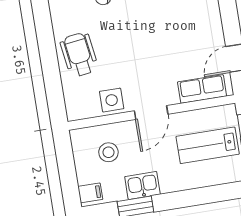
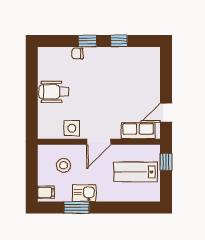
wheelchair: (79, 55) -> (54, 92), turned -82

